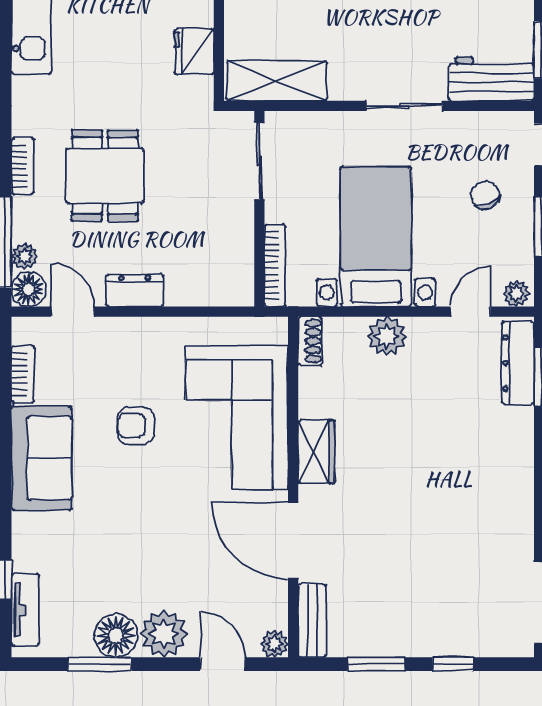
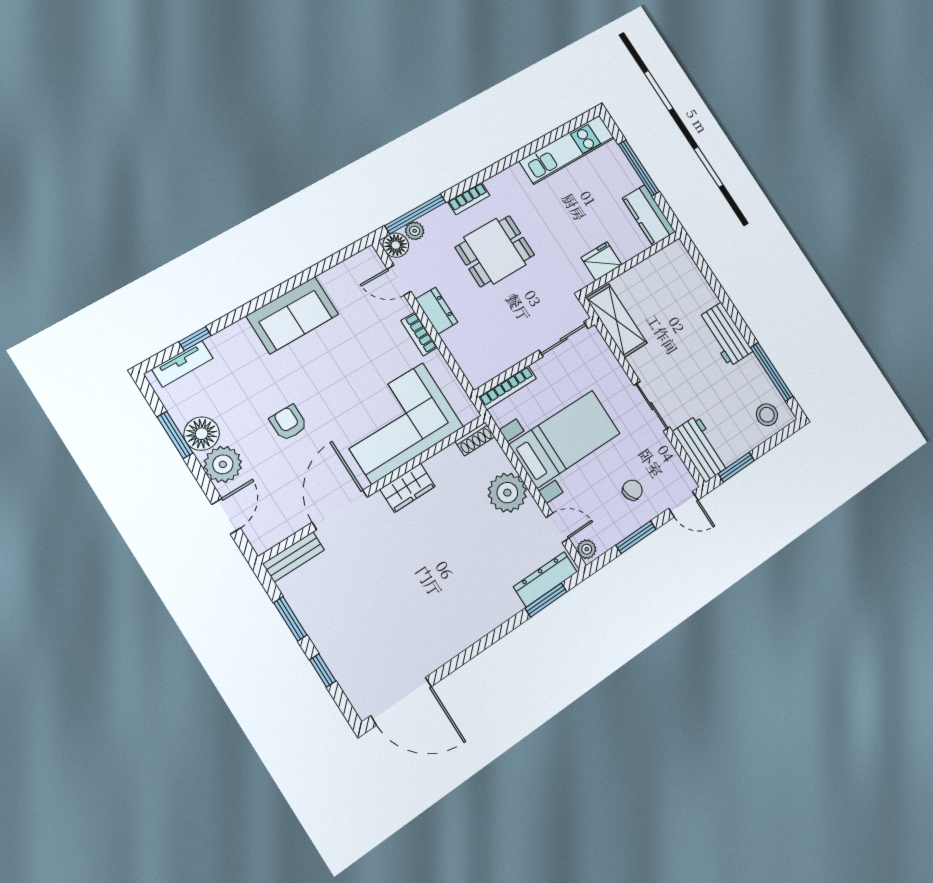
door: (73, 312) -> (399, 280), swing flipped
plant: (387, 336) -> (507, 493), width x1.36, depth x1.36
bookcase: (23, 374) -> (419, 334), moved, turned 90
armchair: (136, 426) -> (288, 423), moved
plant: (275, 644) -> (262, 542), removed

